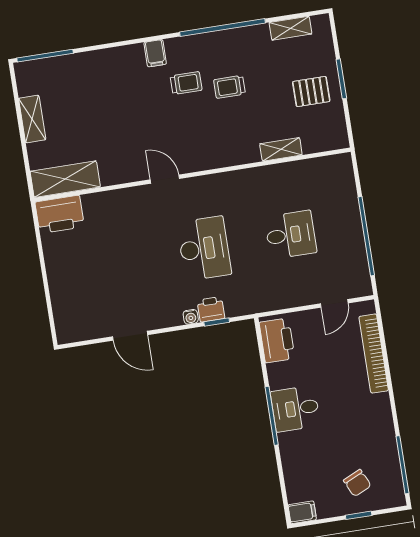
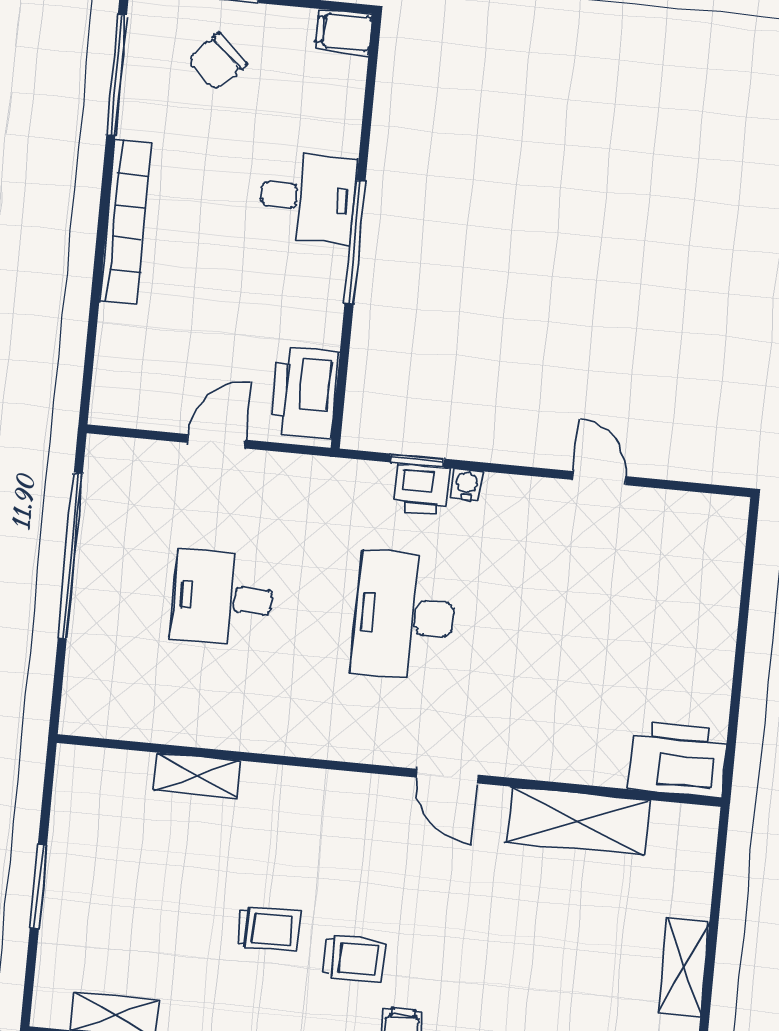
trolley: (186, 83) -> (354, 959), turned 180
pallet: (311, 92) -> (106, 877), removed
shelving: (65, 179) -> (578, 821), moved
door: (334, 303) -> (216, 441), moved
door: (130, 336) -> (599, 478), width x0.73
bookcase: (374, 354) -> (125, 222), moved
desk: (295, 409) -> (308, 197), moved
chair: (357, 483) -> (217, 62), turned -111

